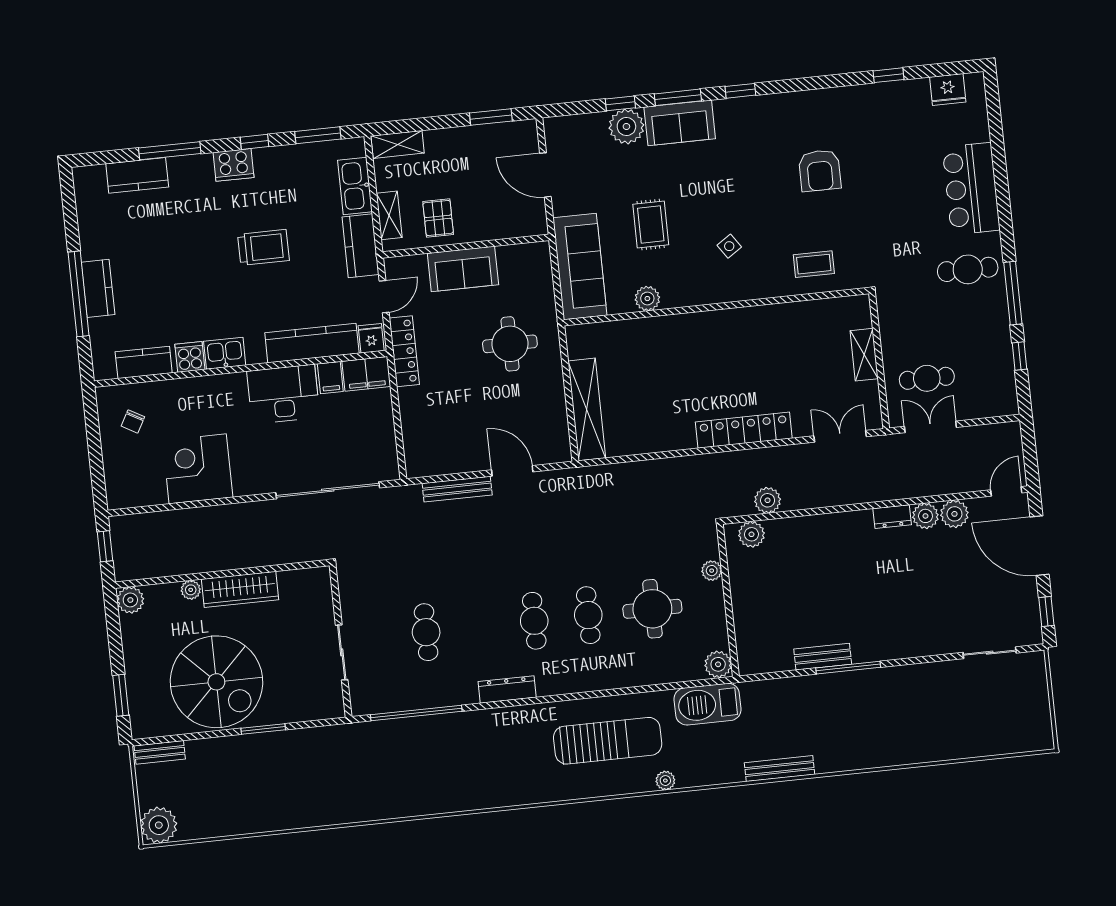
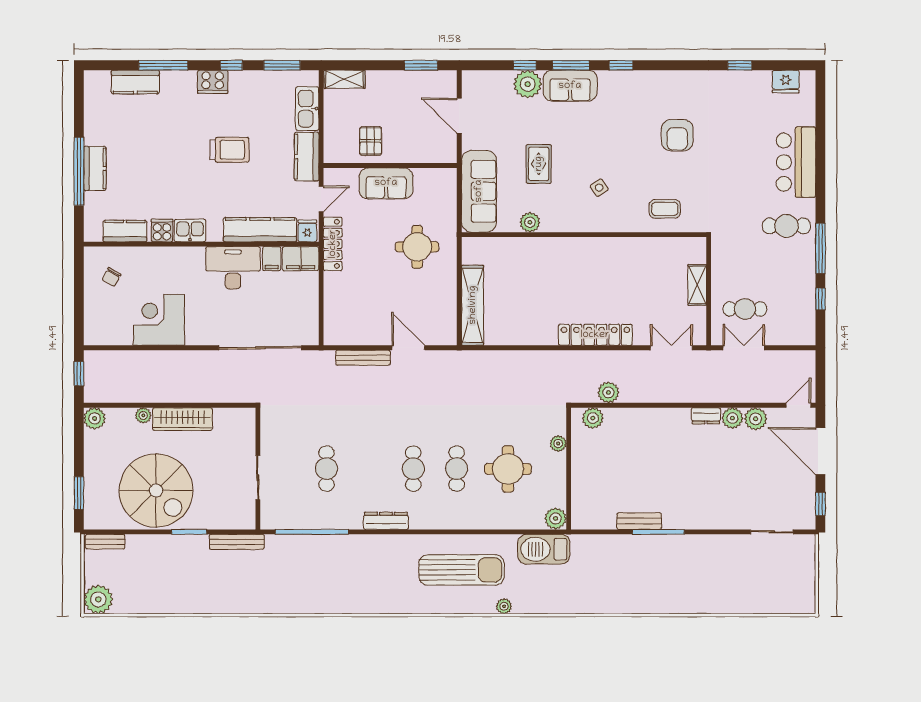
shelving: (389, 215) -> (332, 135), removed
bench: (779, 769) -> (237, 542), moved

